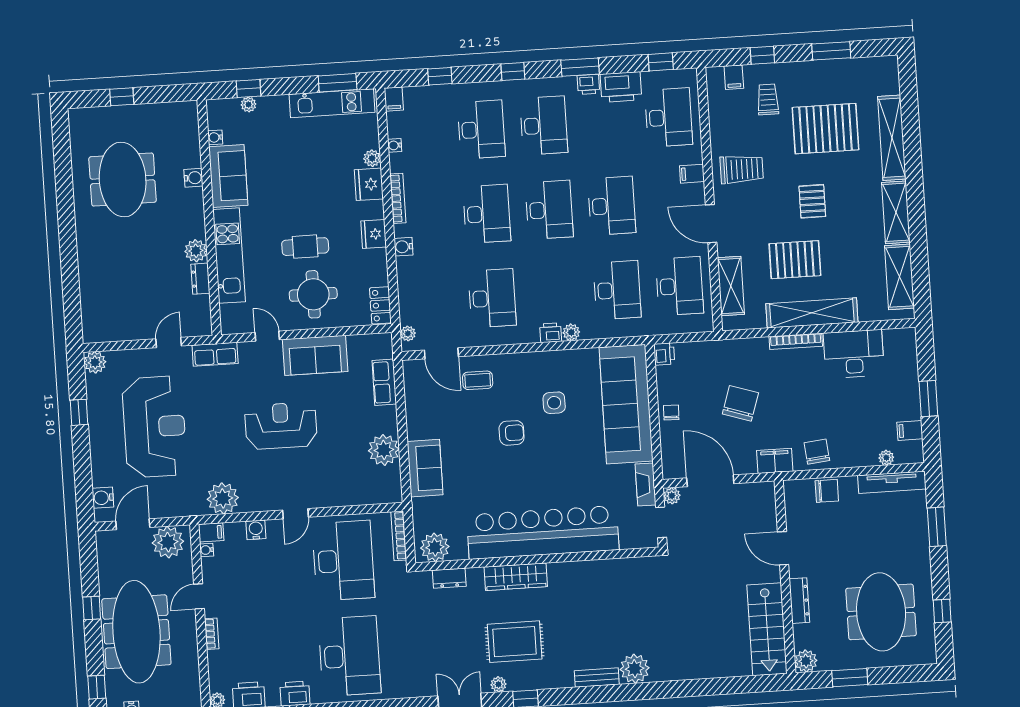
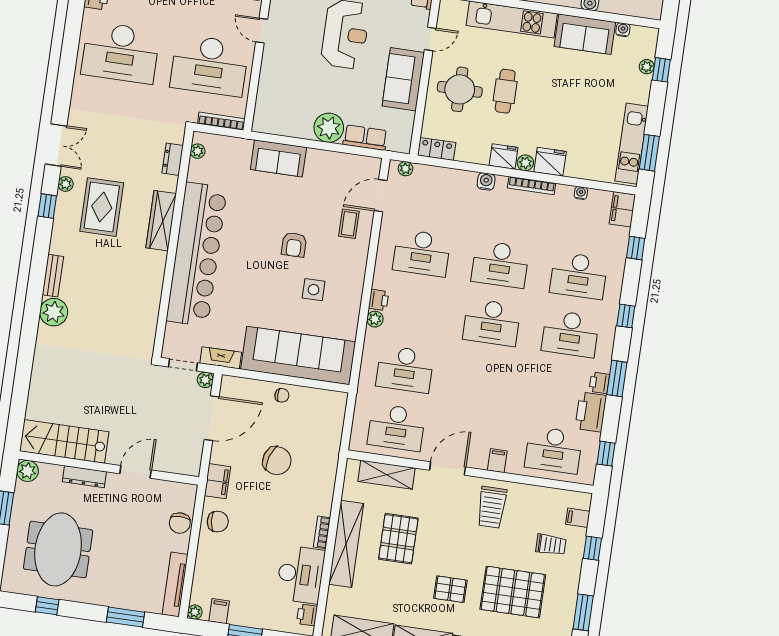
filing cabinet: (394, 99) -> (622, 209), width x2.00
pallet: (826, 129) -> (513, 592), turned 90
plant: (372, 158) -> (525, 163), moved
pallet: (812, 201) -> (450, 589), moved
desk: (612, 206) -> (483, 381), removed
bookcase: (796, 341) -> (322, 532), width x0.64
printer: (664, 354) -> (307, 615), moved, turned 90
plant: (384, 450) -> (329, 128), moved
plant: (886, 458) -> (195, 612), moved
plant: (435, 547) -> (198, 151), width x0.53, depth x0.53
meeting table: (881, 612) -> (58, 549), turned 90

